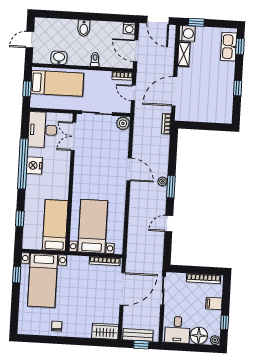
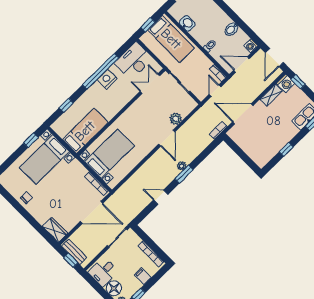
bidet: (84, 28) -> (231, 29), moved
door: (136, 51) -> (242, 64), hinge flipped
plant: (123, 123) -> (176, 119), moved

